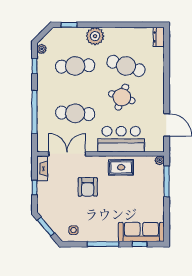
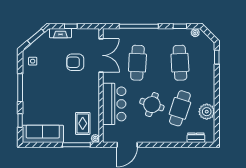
plant: (95, 36) -> (207, 112), moved
dresser: (159, 37) -> (196, 138), moved
rug: (121, 167) -> (83, 123), moved
fireplace: (42, 169) -> (60, 33), moved
armchair: (88, 187) -> (75, 62), moved
sofa: (141, 232) -> (43, 134), moved, turned -90

